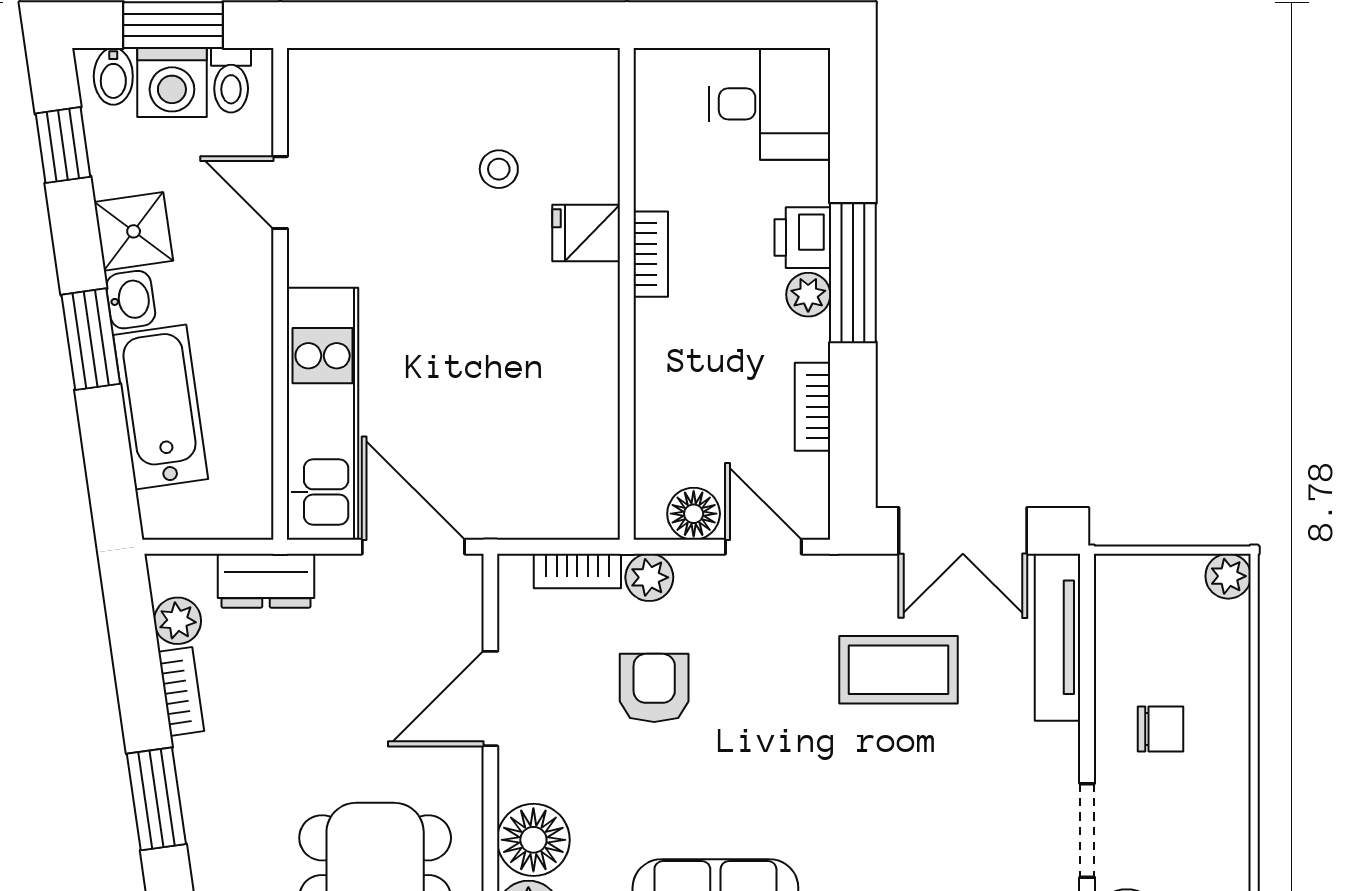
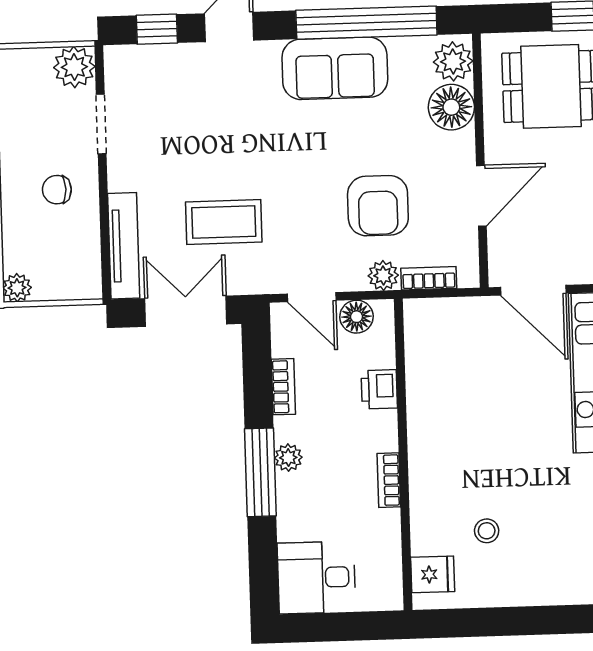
fridge: (586, 233) -> (433, 574), moved
printer: (802, 238) -> (379, 389), moved, turned 180
armchair: (654, 688) -> (378, 206), width x1.38, depth x1.38

